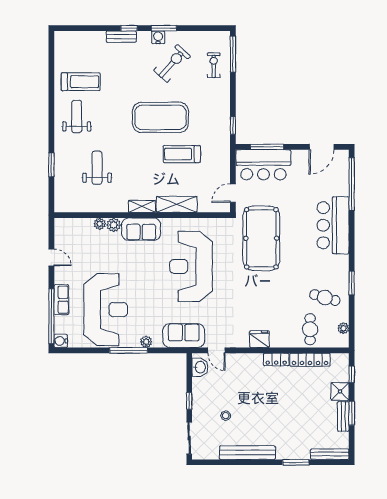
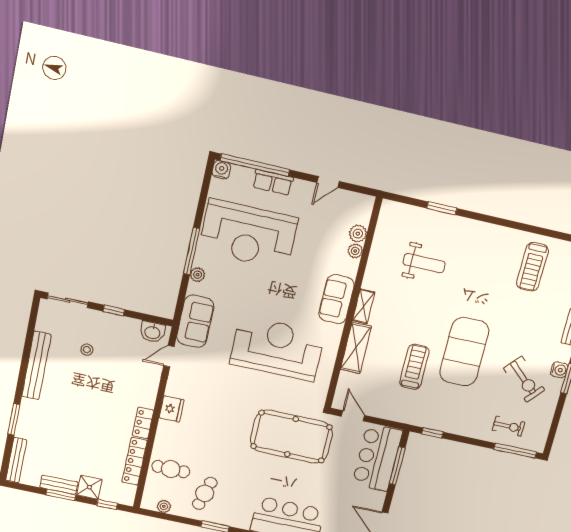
weight bench: (77, 117) -> (492, 252), removed
plant: (114, 225) -> (358, 234), moved

